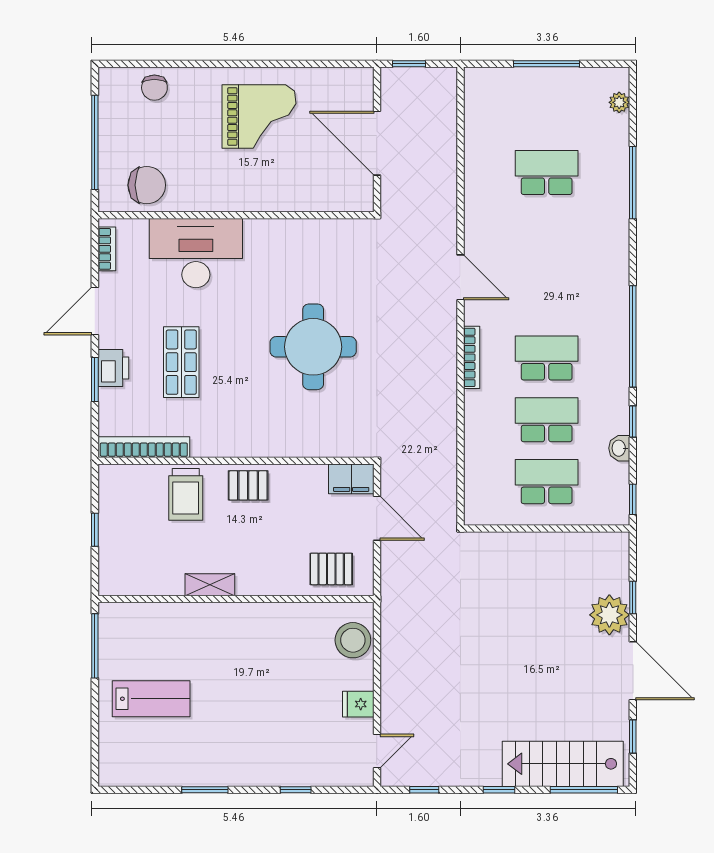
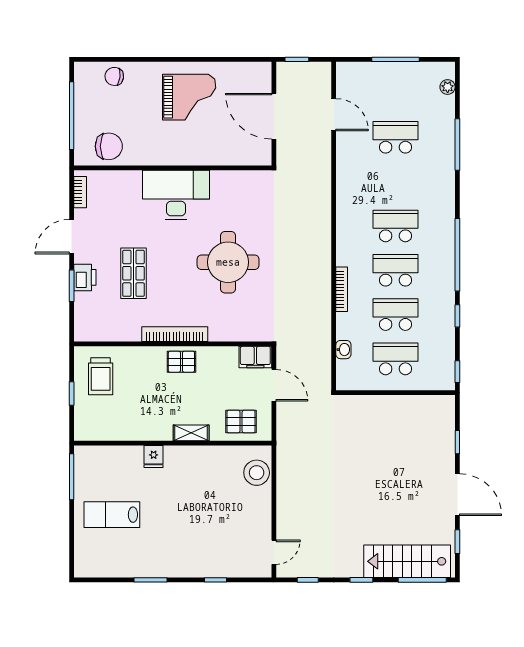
chair: (154, 88) -> (114, 76), turned 97
desk: (196, 253) -> (176, 195), moved
door: (460, 277) -> (334, 115), moved
school desk: (547, 296) -> (396, 226), added
bookcase: (472, 357) -> (342, 289), moved
bookcase: (144, 447) -> (175, 334), moved
washbasin: (619, 448) -> (343, 350), moved, turned 180
trolley: (186, 494) -> (101, 376), moved
shelving: (210, 585) -> (191, 433), moved
plant: (609, 615) -> (441, 454), removed
lab bench: (151, 699) -> (112, 515), turned 180
fridge: (358, 704) -> (154, 457), moved, turned -90

